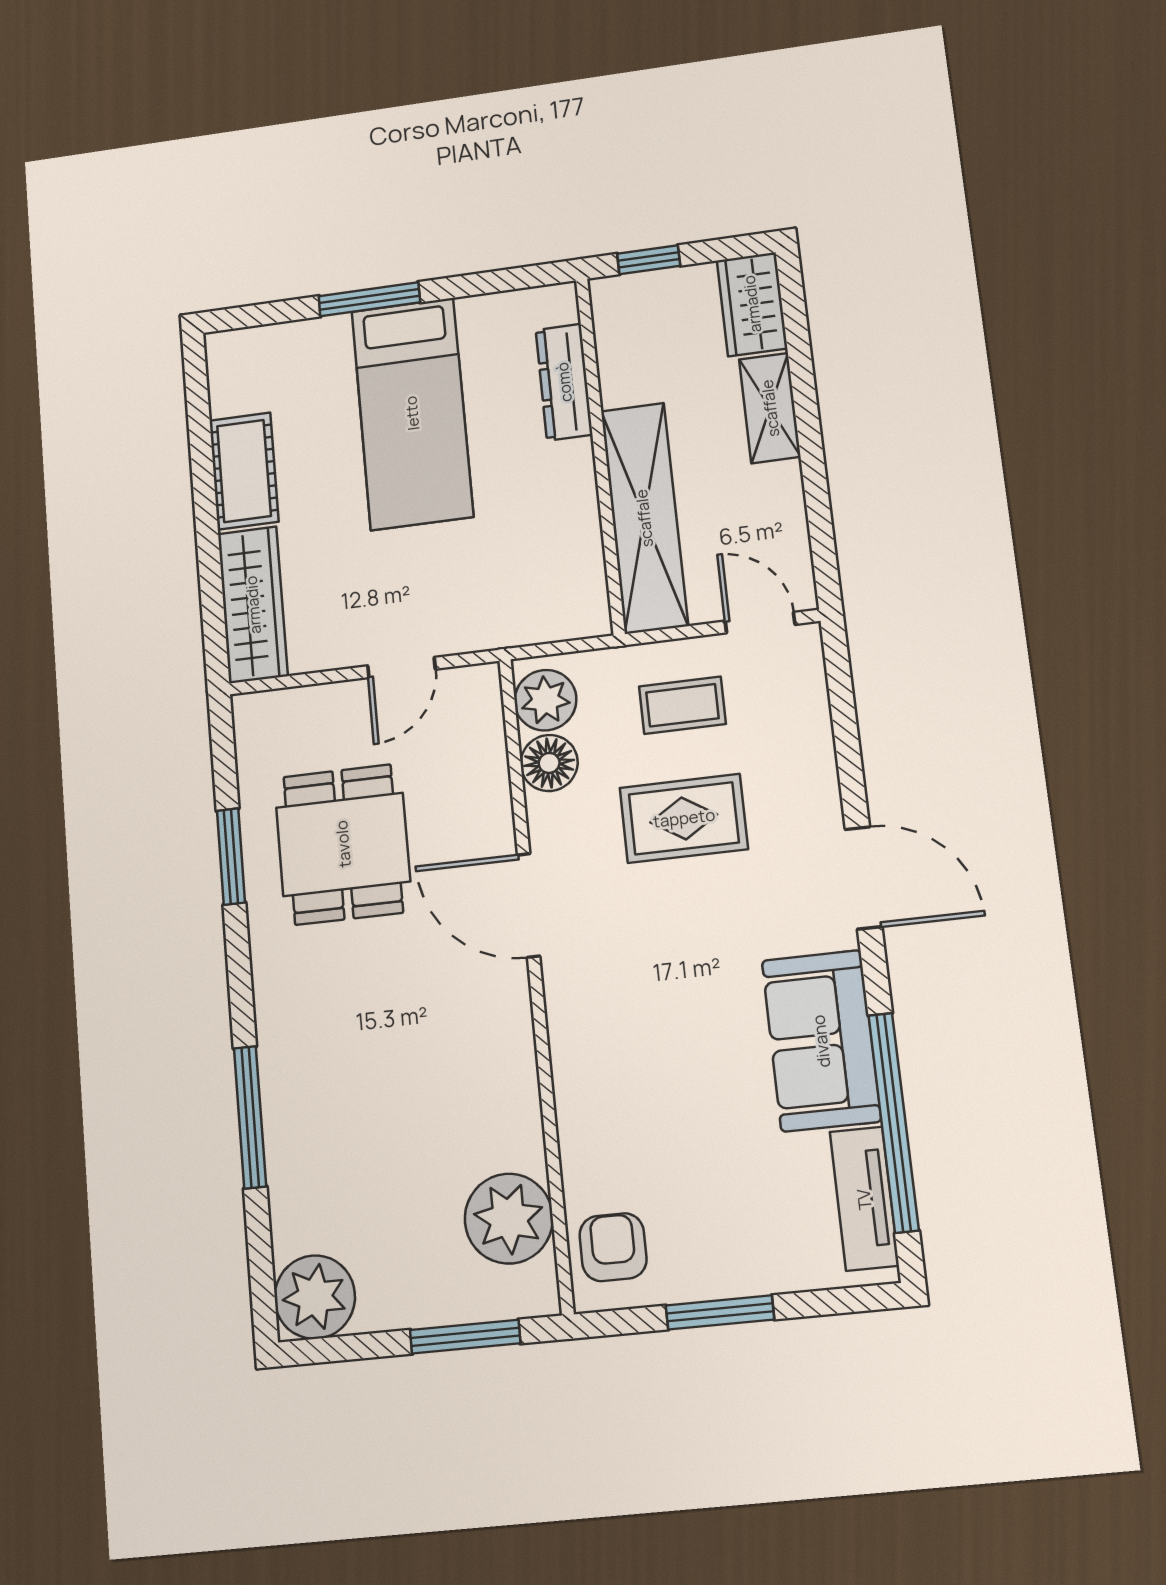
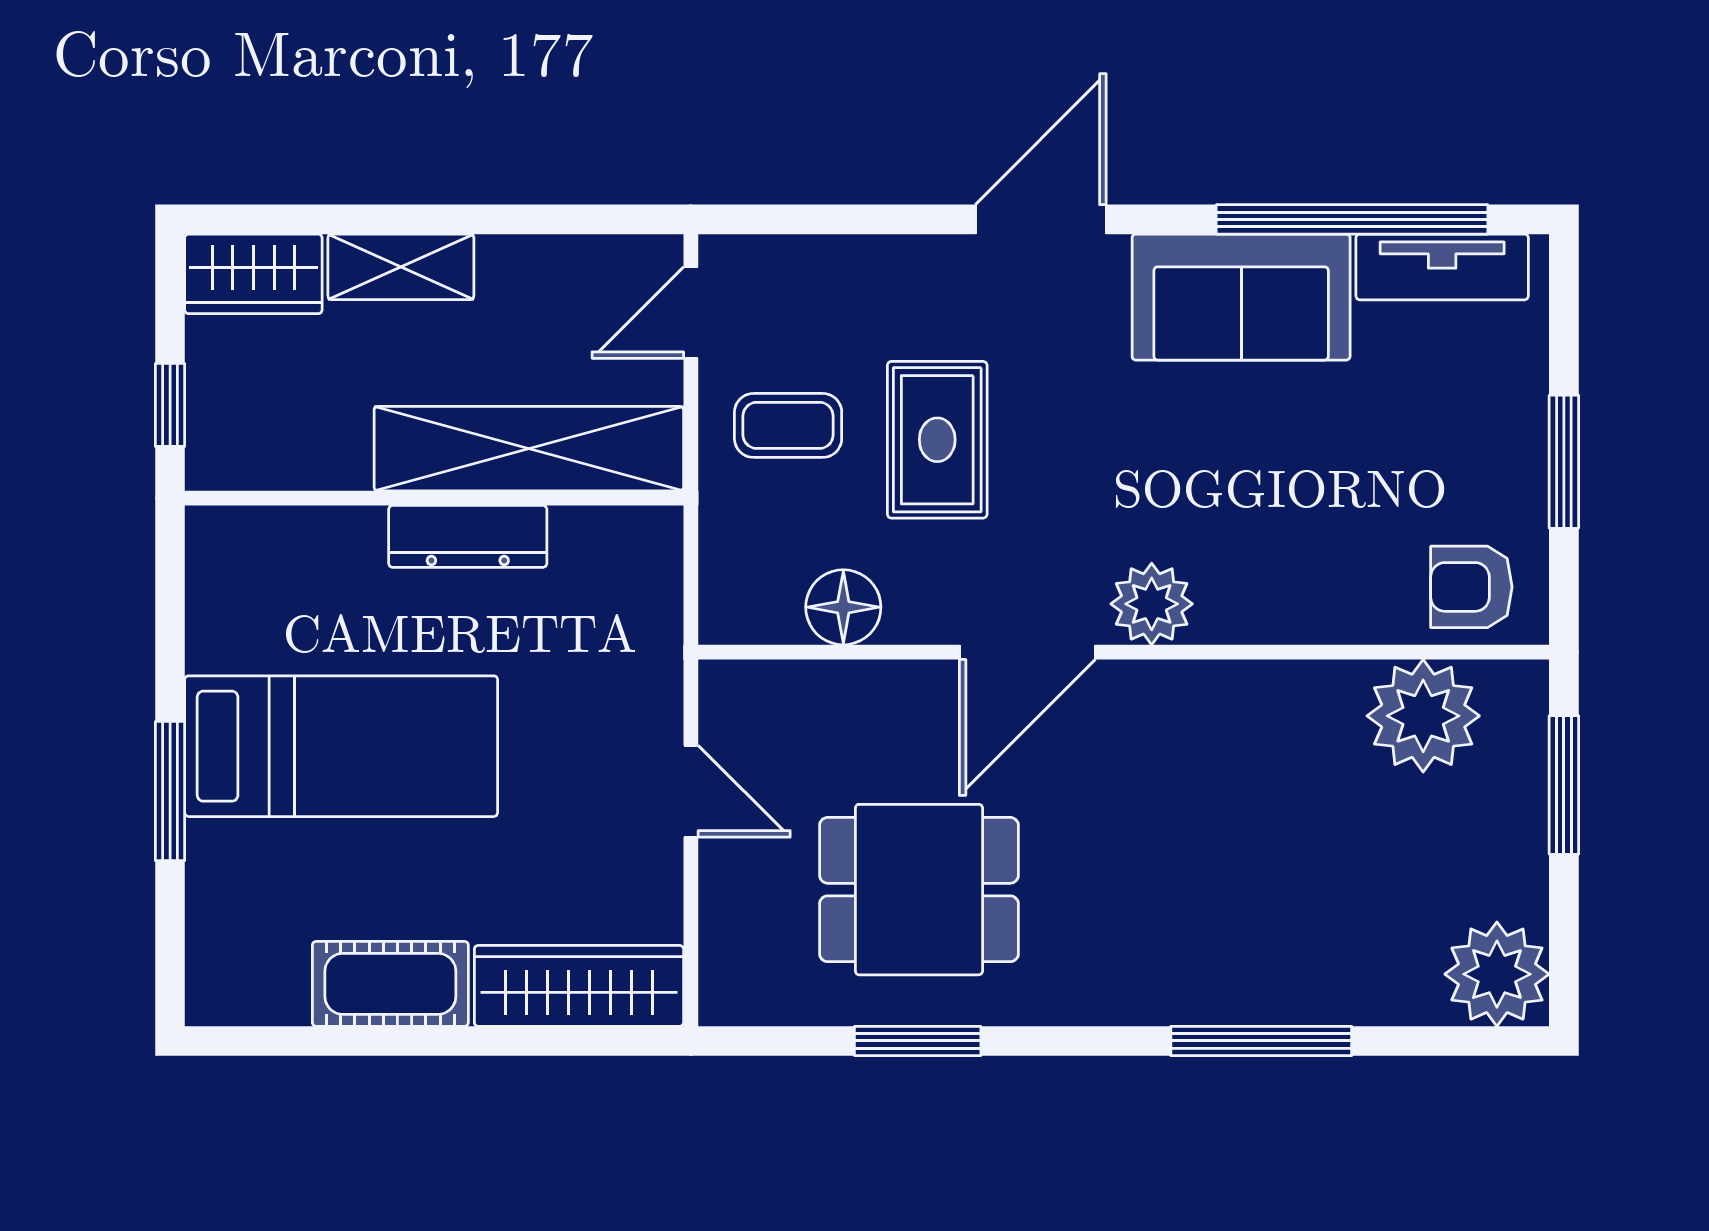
dresser: (564, 382) -> (468, 536), moved
plant: (545, 700) -> (1152, 604), moved
coffee table: (682, 705) -> (788, 425), turned 90

